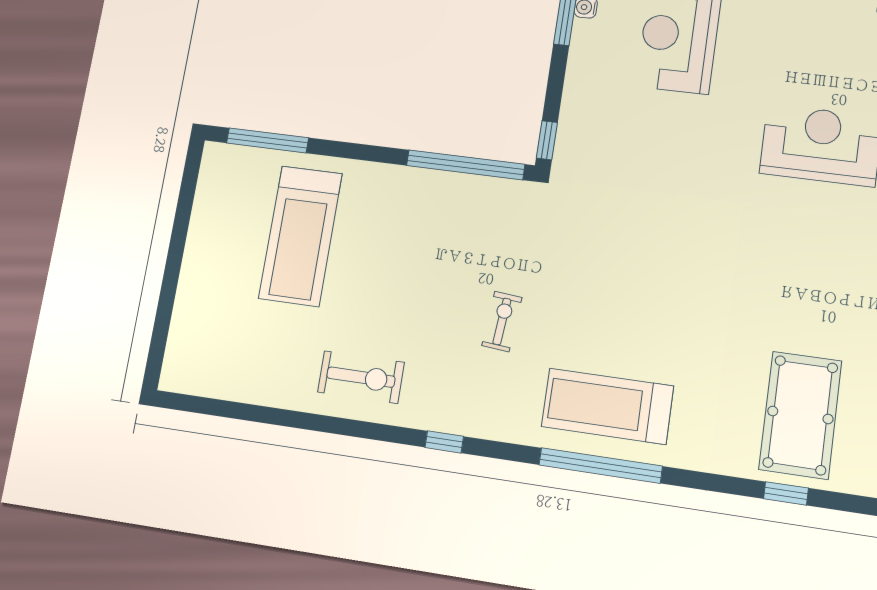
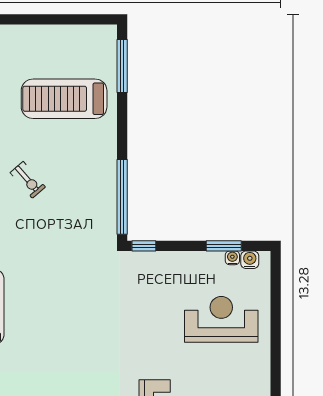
exercise bike: (502, 321) -> (28, 180), moved, turned 44

